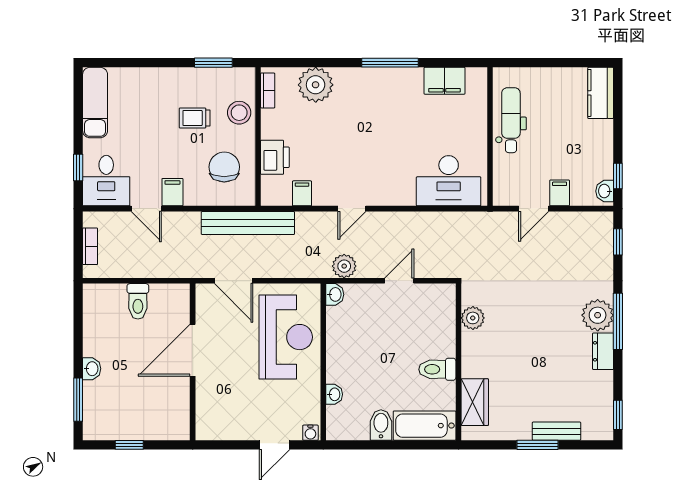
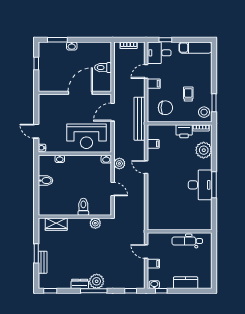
filing cabinet: (444, 81) -> (206, 210), removed
kitchen counter: (601, 93) -> (186, 283), moved
stool: (239, 113) -> (204, 112), moved
dental chair: (511, 120) -> (187, 241), turned 180
printer: (275, 157) -> (184, 131), moved
desk: (449, 181) -> (200, 185), moved, turned 180
door: (193, 350) -> (80, 93), hinge flipped
toilet: (437, 369) -> (83, 207), moved
bathtub: (425, 426) -> (45, 201), removed

